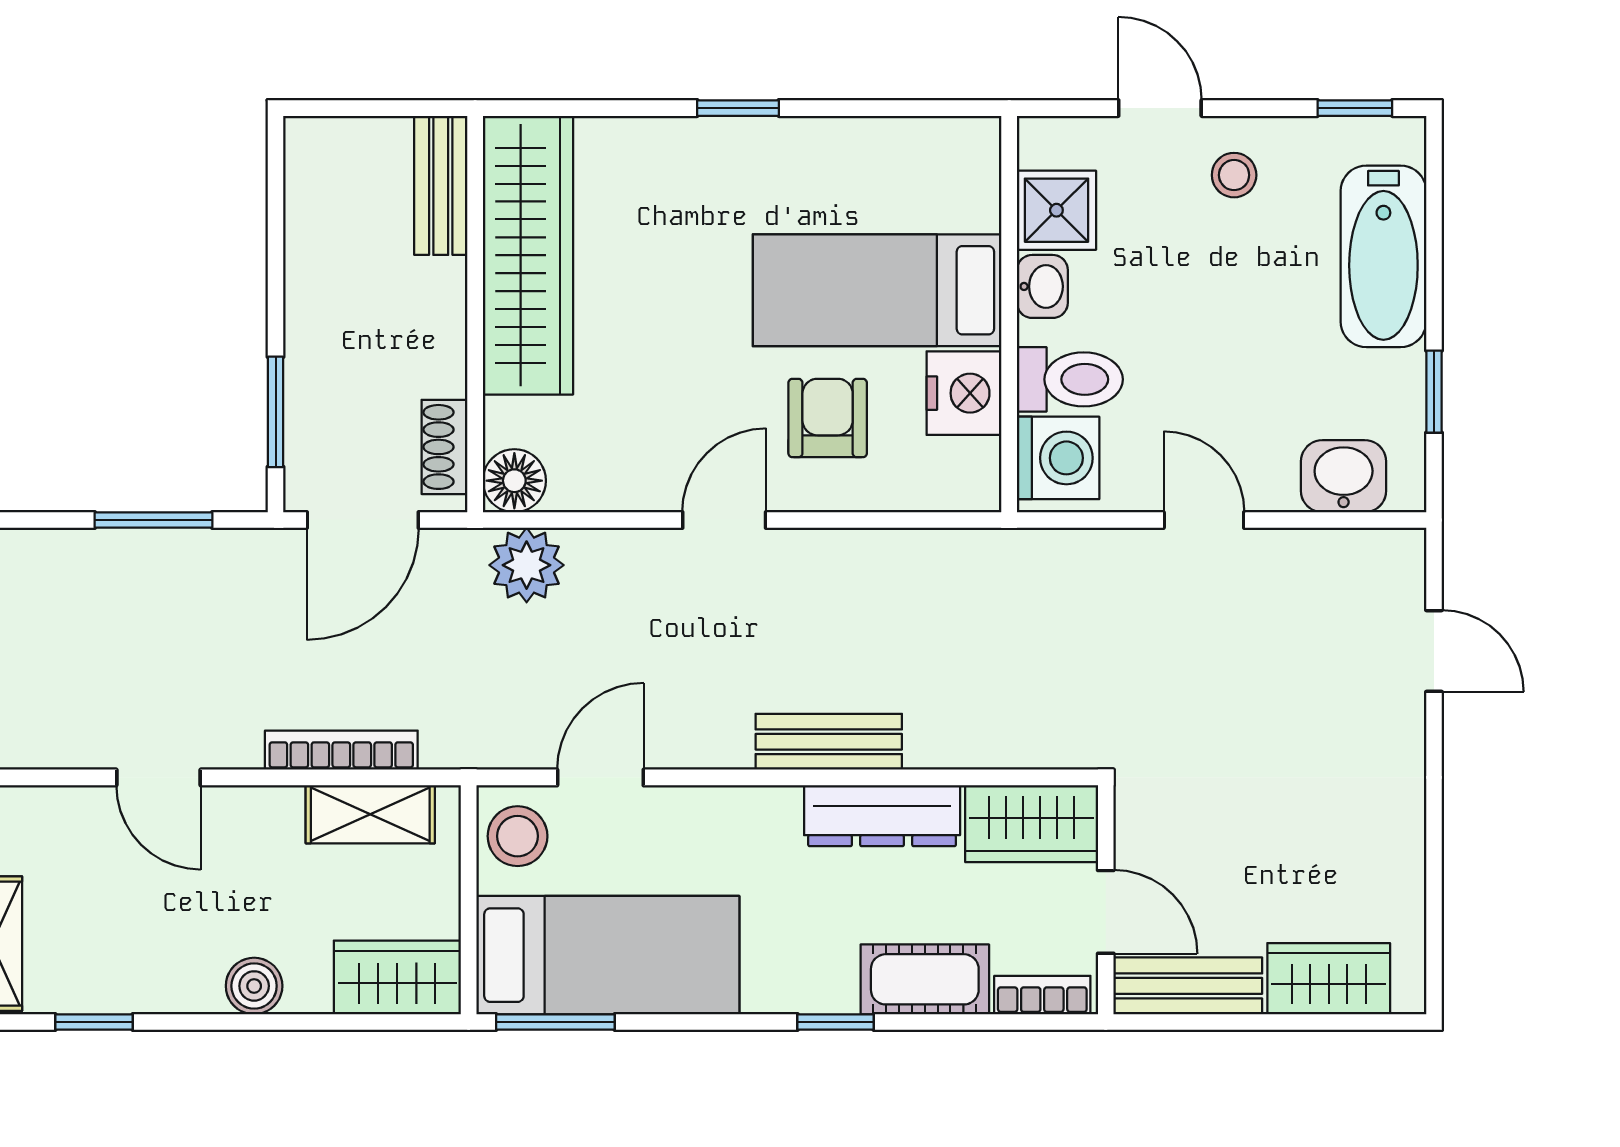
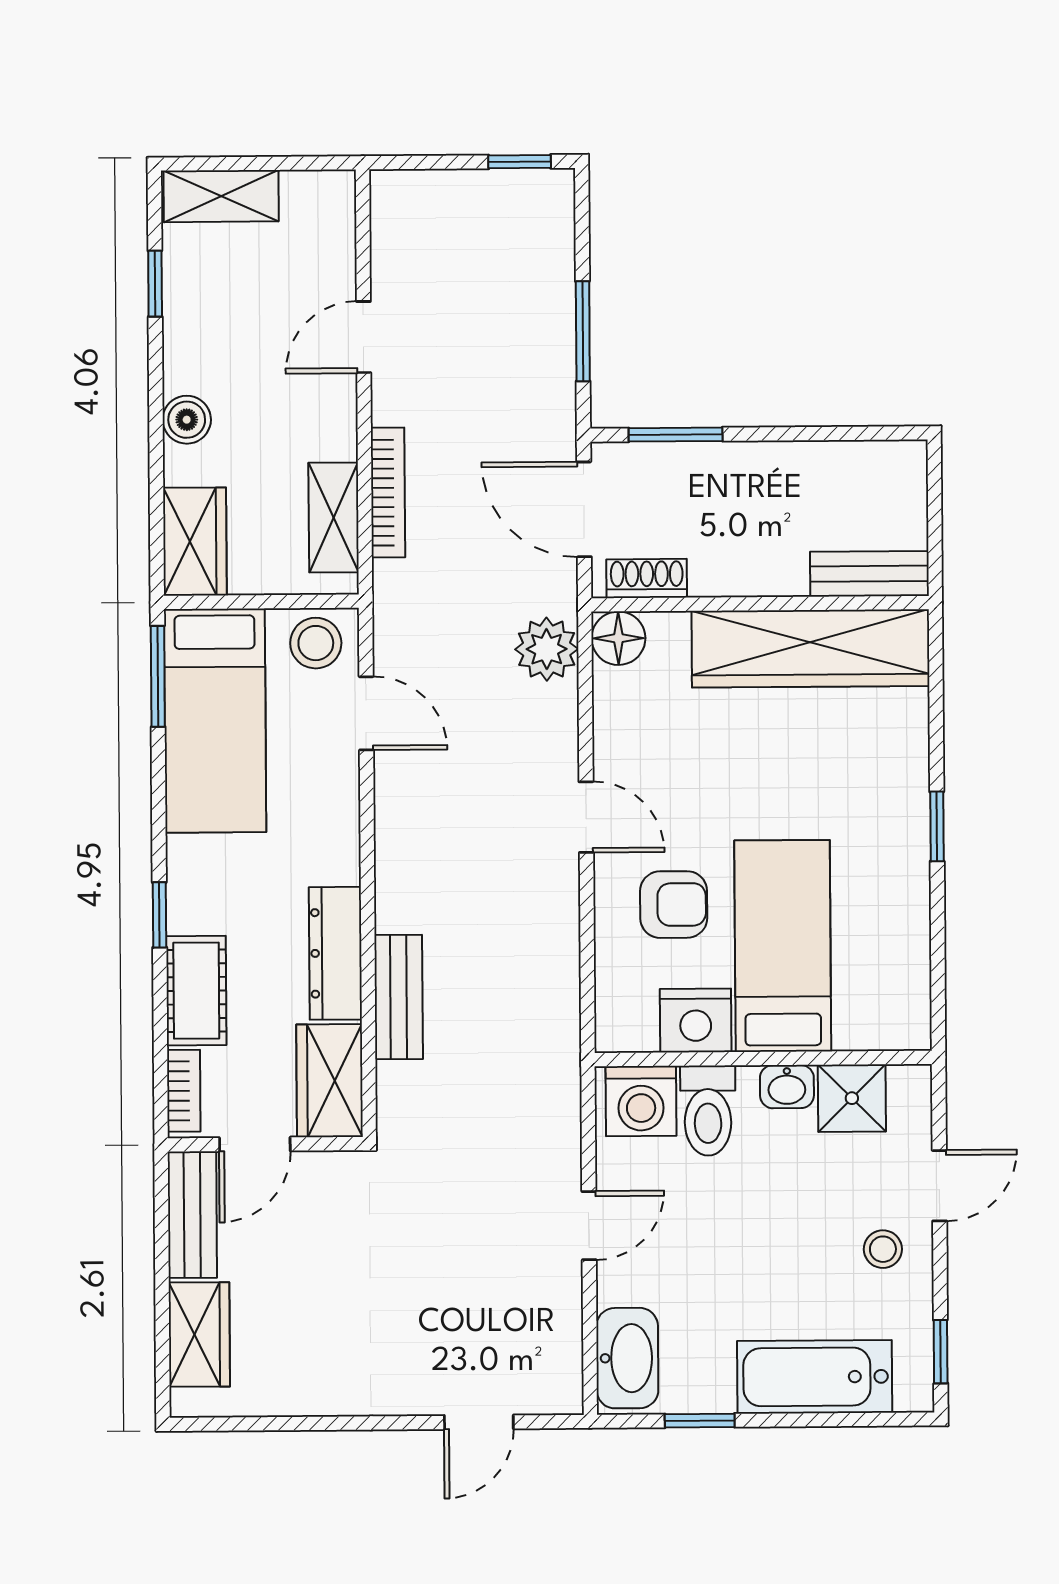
washbasin: (1344, 476) -> (627, 1358), width x1.38
bench: (829, 742) -> (399, 997), moved

